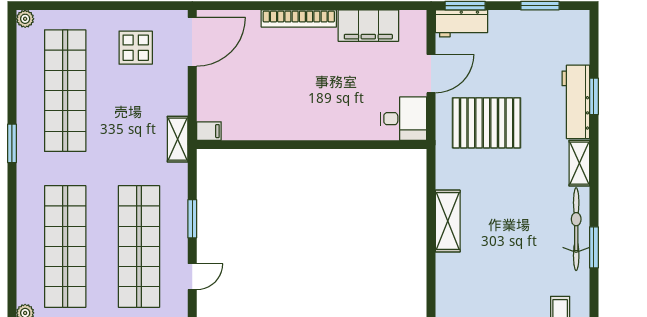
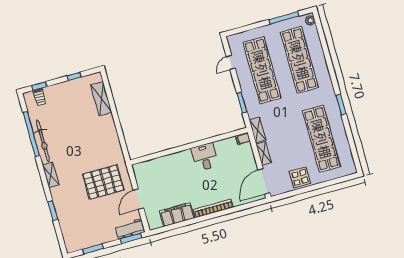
plant: (25, 19) -> (352, 169), removed
display table: (136, 48) -> (300, 177), moved
shelving: (178, 93) -> (264, 154), added
workbench: (576, 102) -> (61, 205), removed
desk: (403, 119) -> (205, 157), moved, turned 90
window: (192, 219) -> (242, 103), moved
shelving: (448, 221) -> (101, 98), moved
window: (594, 247) -> (31, 134), width x2.11

